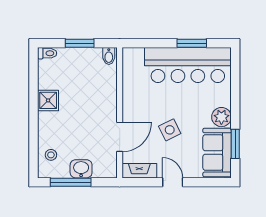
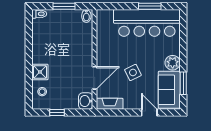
shower: (48, 100) -> (40, 72), moved
washbasin: (81, 169) -> (86, 101), moved, turned -90
window: (71, 182) -> (57, 113), width x0.46
door: (173, 182) -> (149, 113), moved

